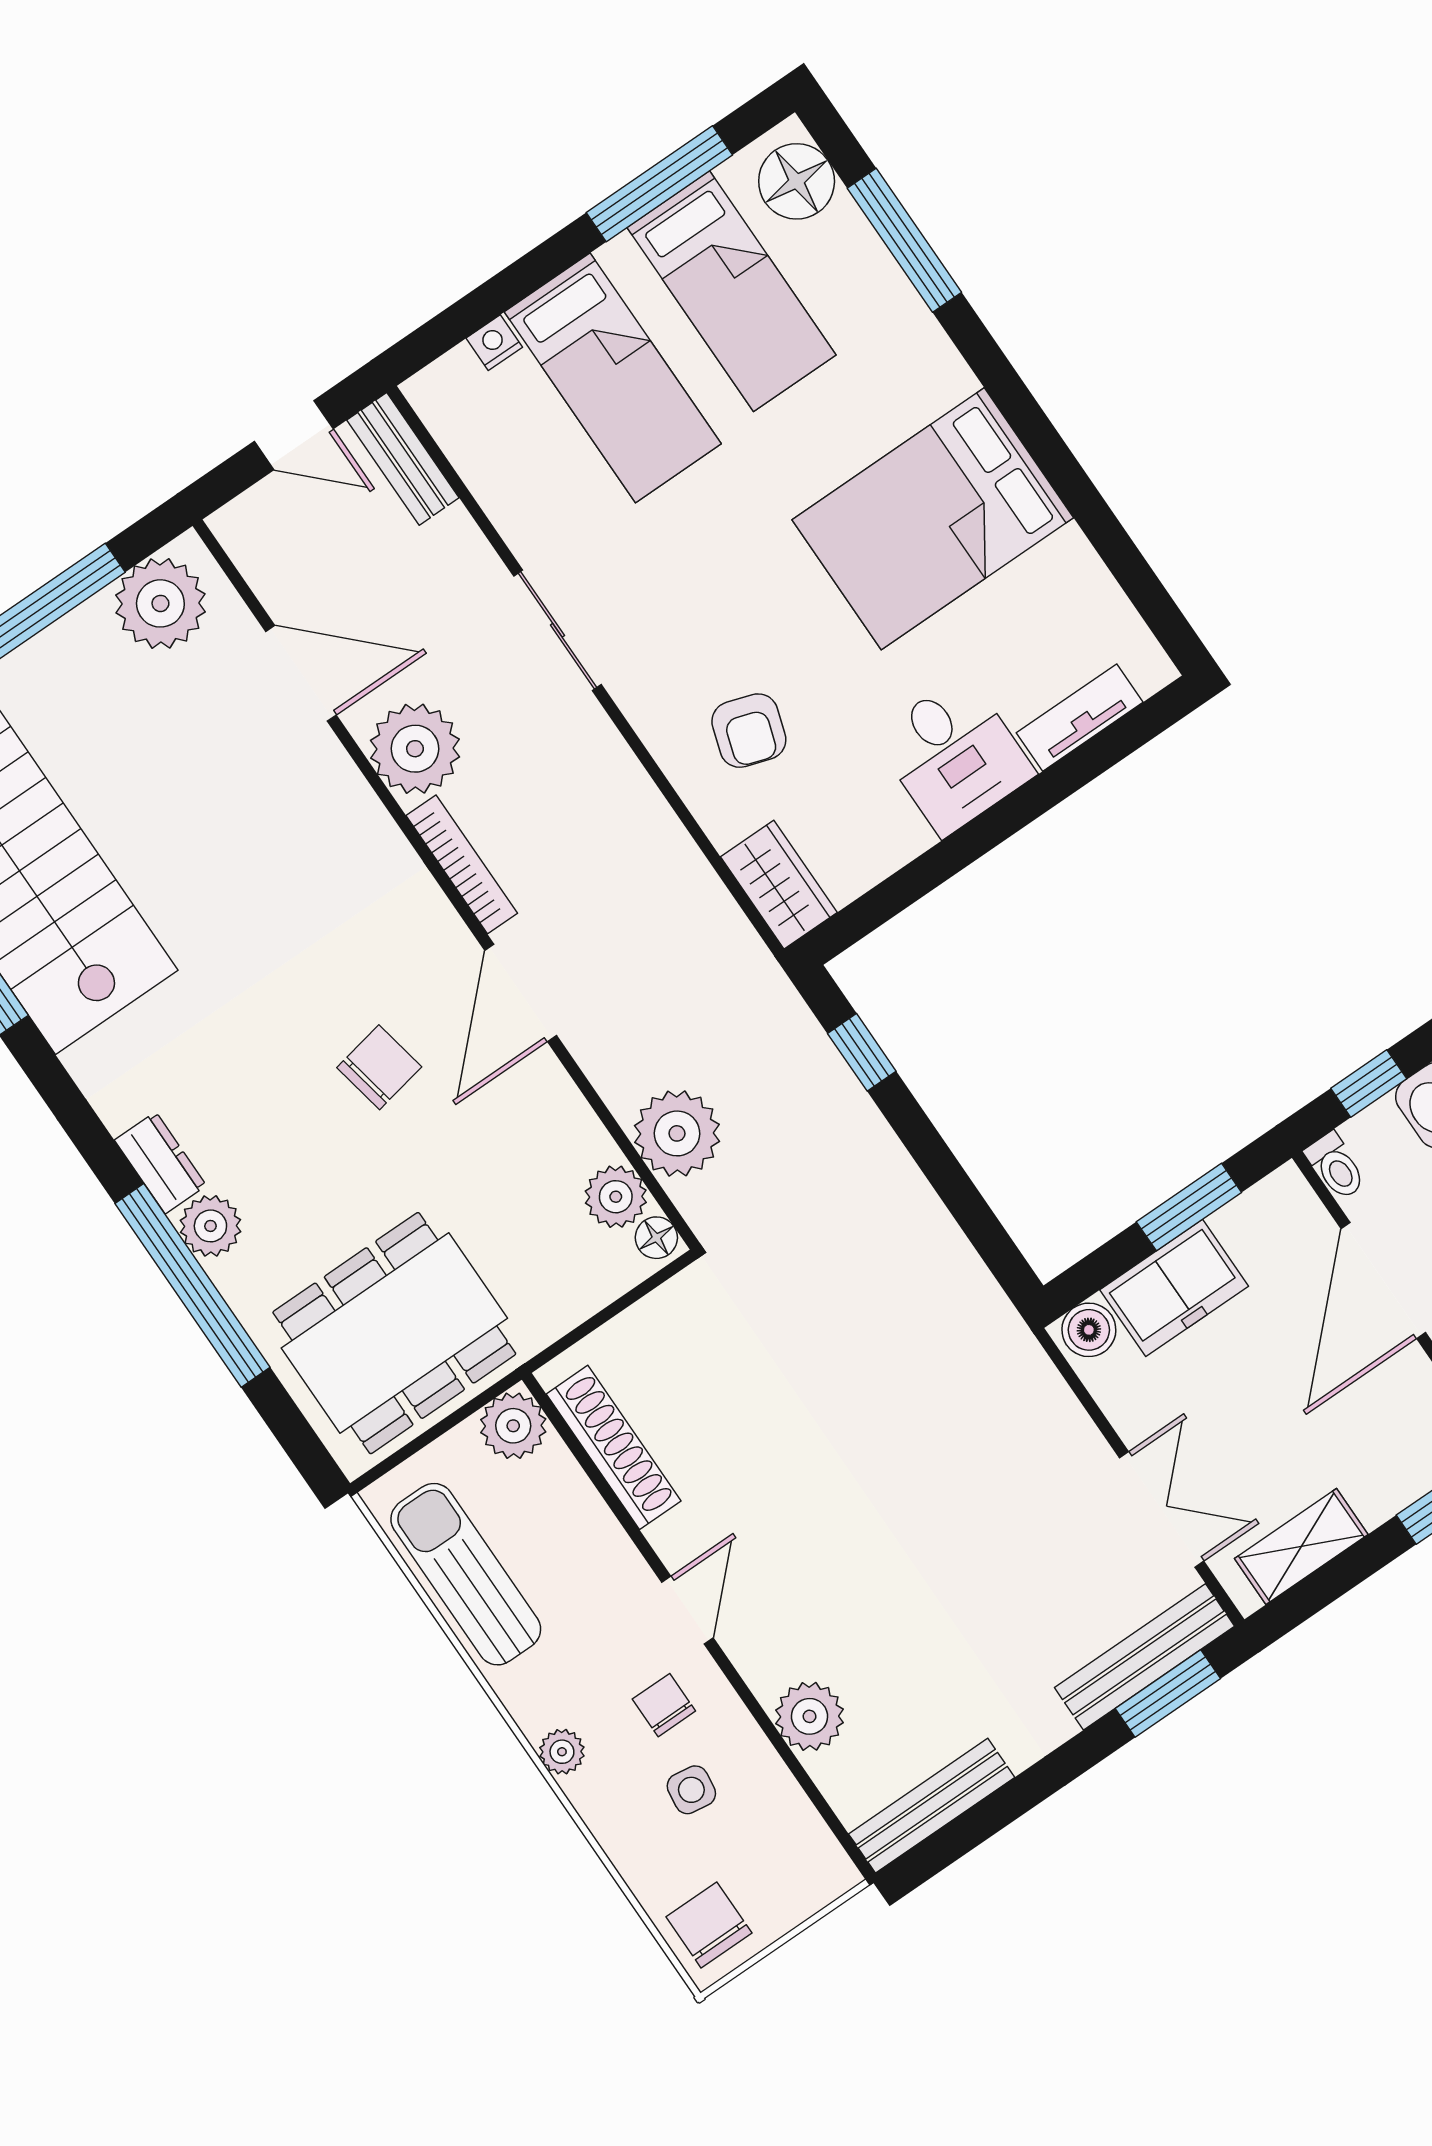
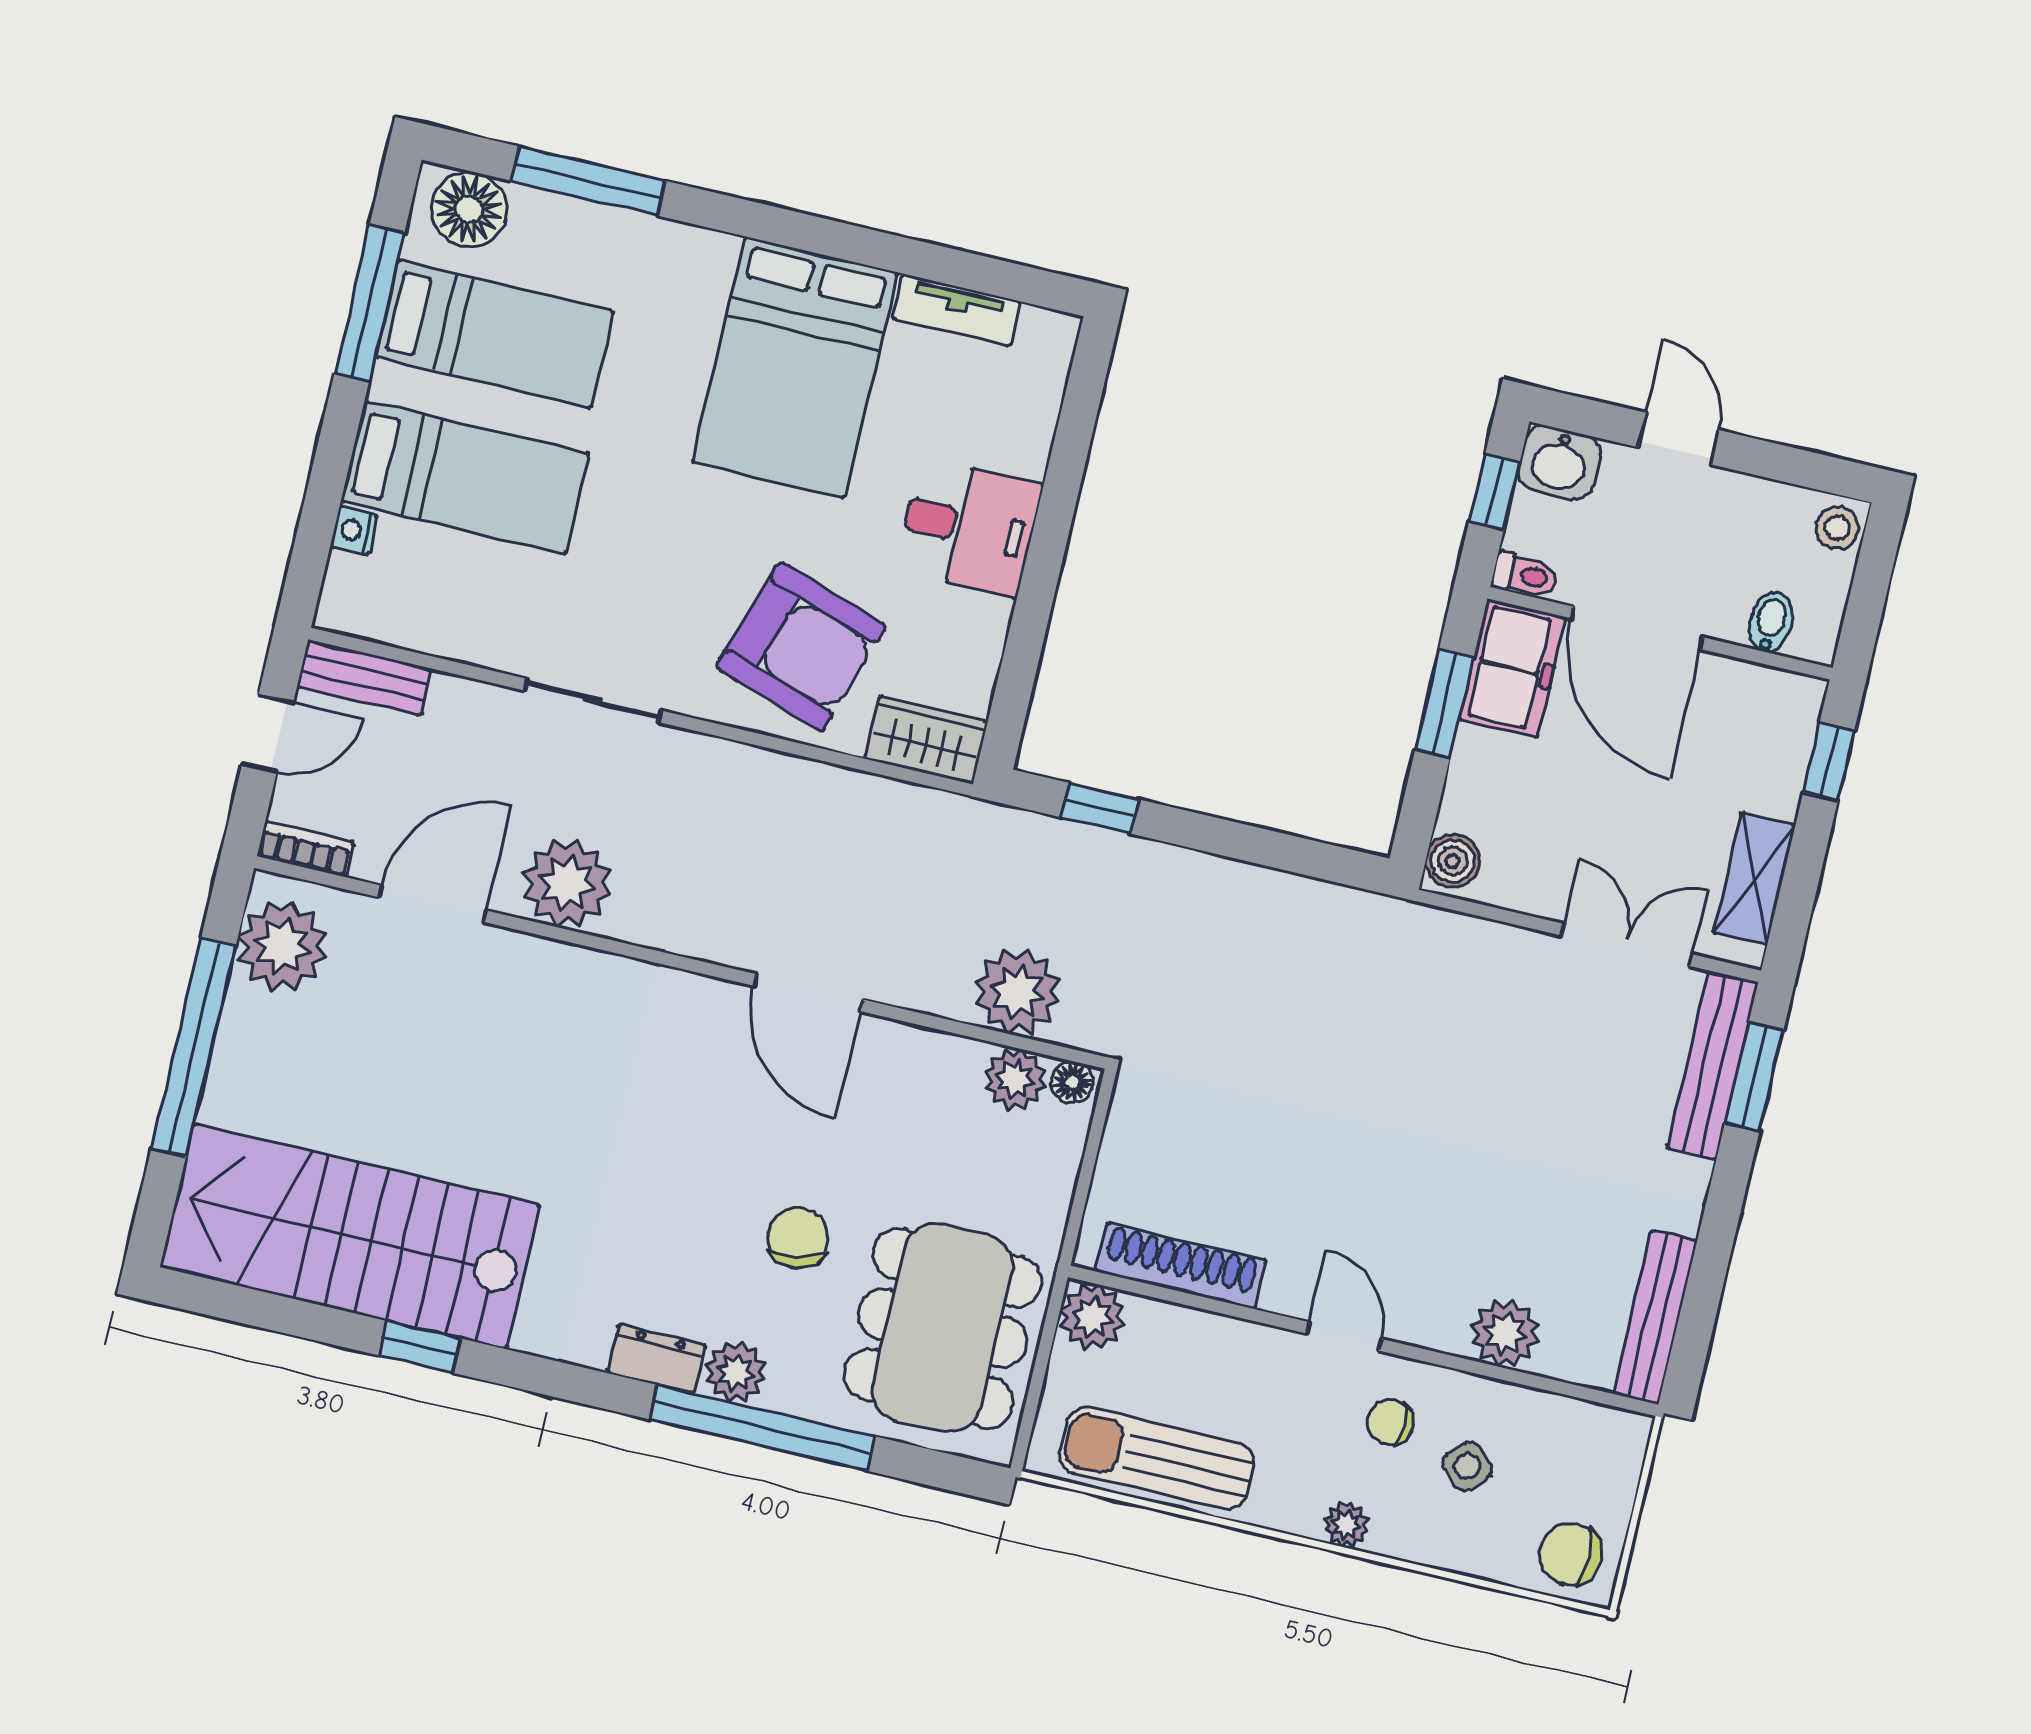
tv unit: (1080, 718) -> (957, 310), moved, turned -90
armchair: (749, 731) -> (801, 647), width x1.88, depth x1.88
bookcase: (462, 864) -> (305, 849), moved, width x0.64
chair: (379, 1067) -> (798, 1238), moved
freezer: (1174, 1288) -> (1512, 668), moved
side table: (691, 1790) -> (1467, 1466), turned 37

